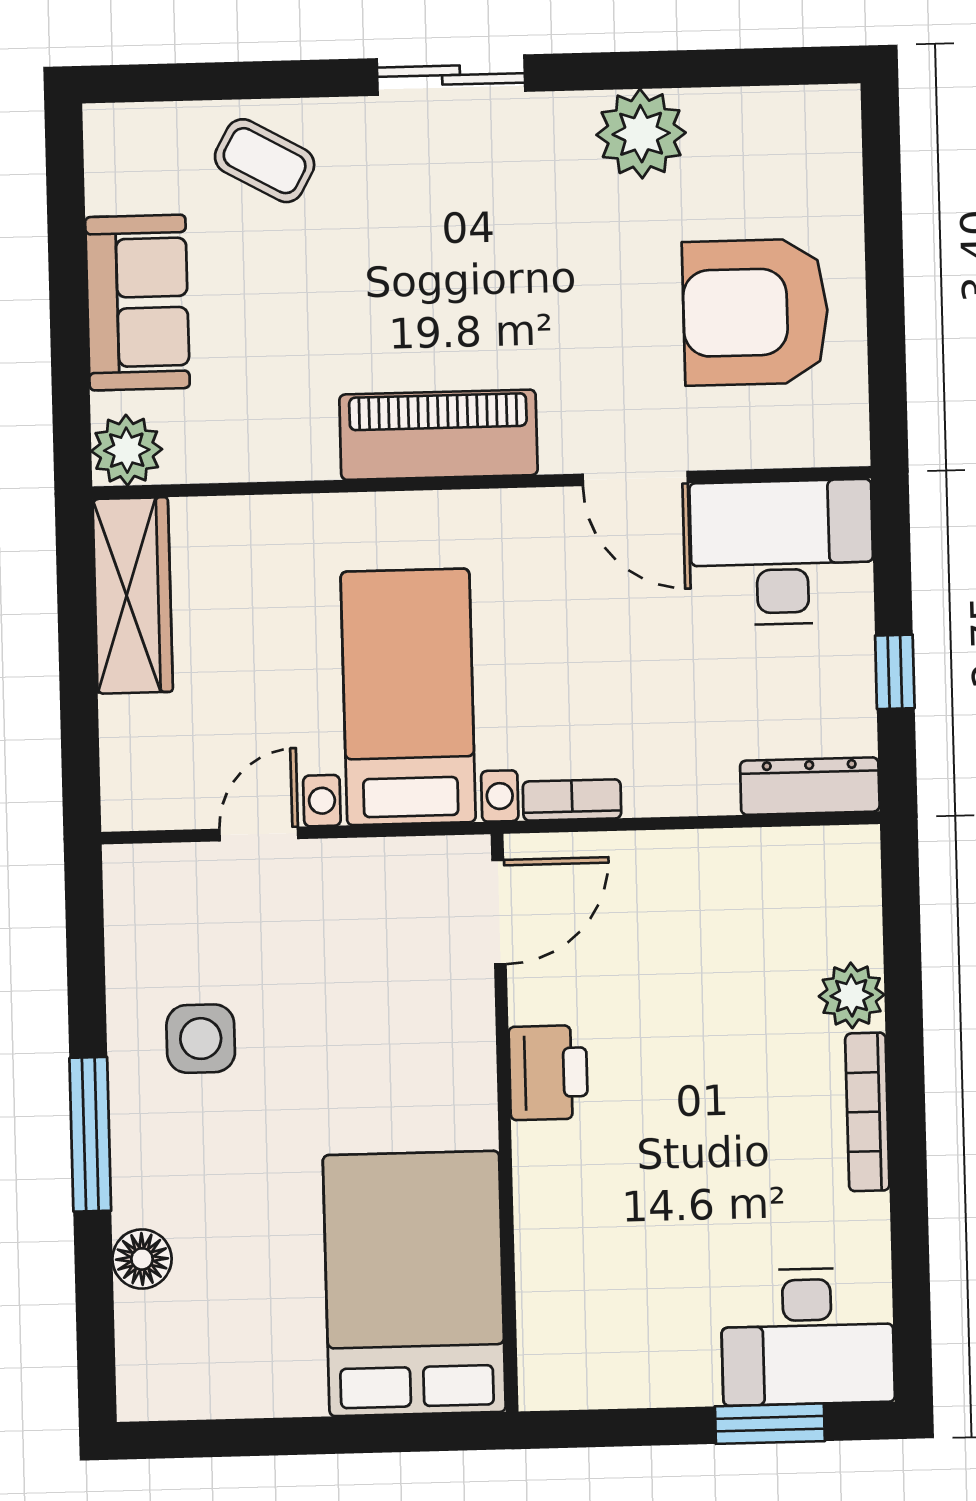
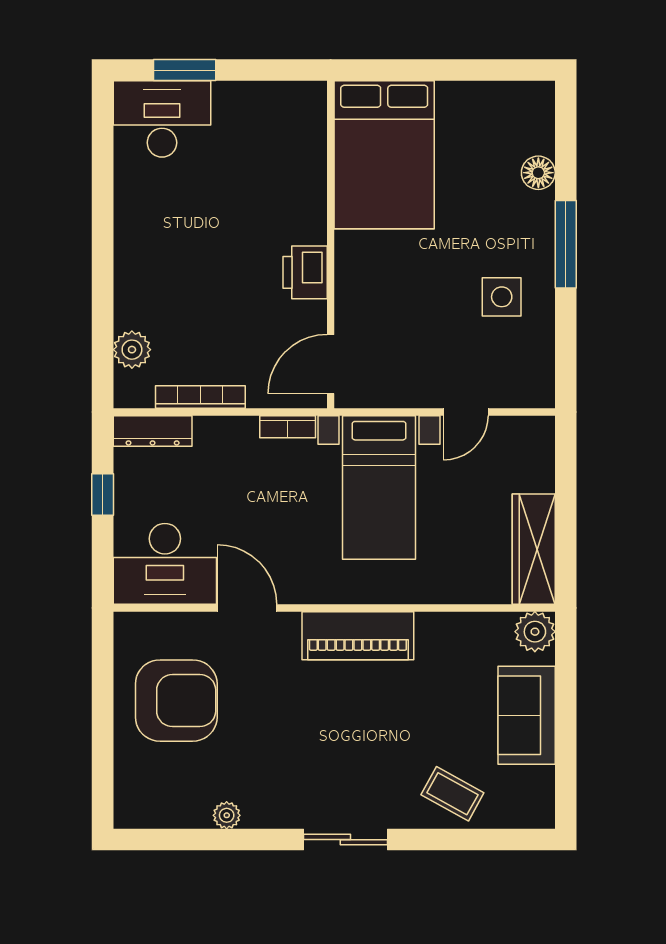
plant: (641, 134) -> (227, 815), width x0.53, depth x0.53
plant: (852, 995) -> (132, 350), moved
bookcase: (867, 1112) -> (200, 397), moved, turned -90

